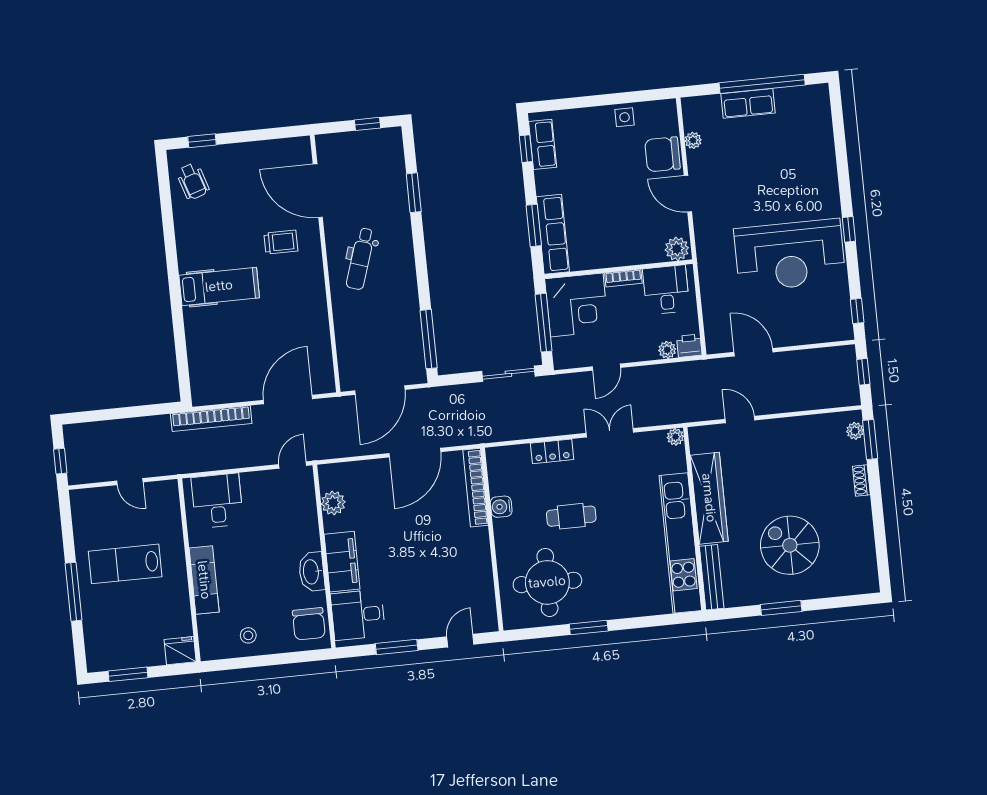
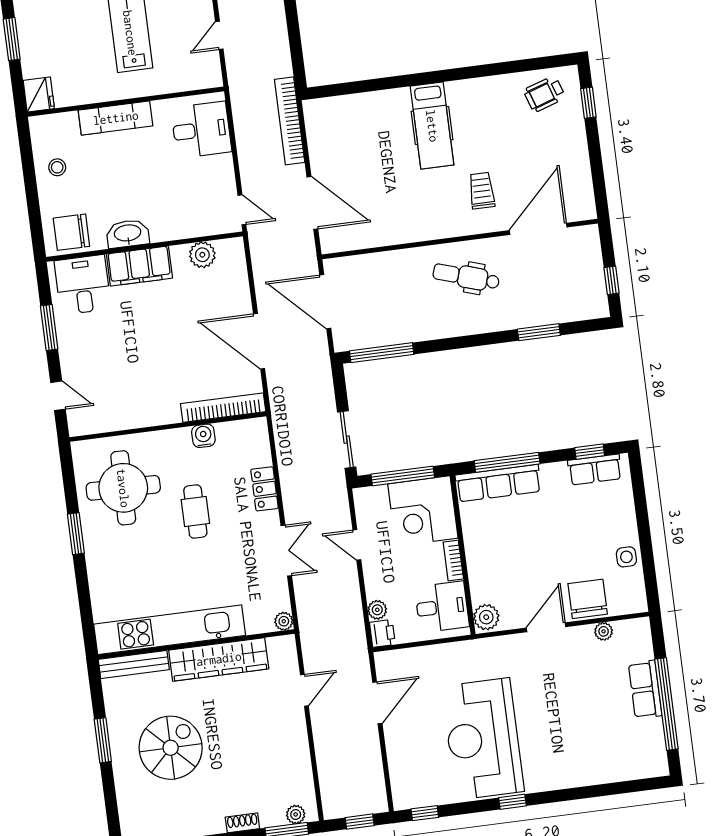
window: (534, 225) -> (507, 462), width x1.44
trolley: (281, 242) -> (482, 191), turned 180

